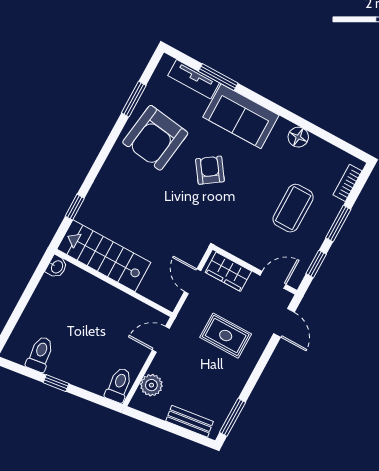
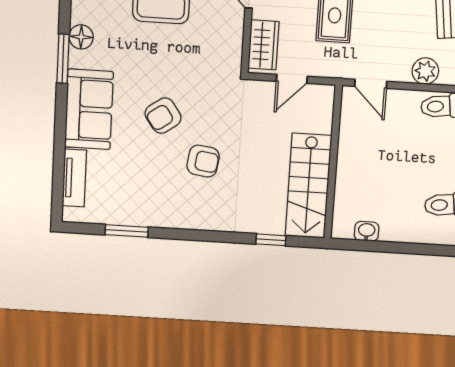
window: (218, 77) -> (63, 59), moved
armchair: (155, 138) -> (203, 161), moved, width x0.53, depth x0.53
washbasin: (57, 267) -> (367, 231), moved

